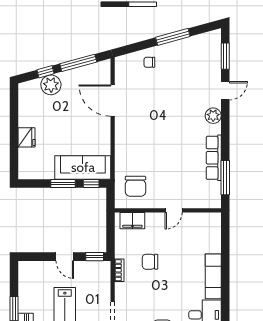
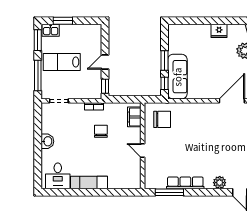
fridge: (26, 137) -> (219, 31), moved
chair: (135, 186) -> (162, 119), turned 180

